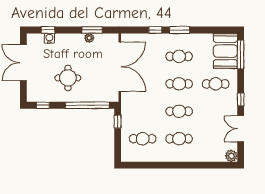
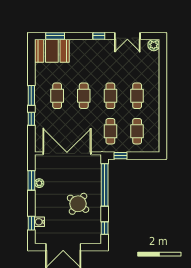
window: (241, 54) -> (55, 36), width x0.69
round table: (68, 78) -> (78, 204), turned 37
cafe table: (216, 84) -> (110, 131), moved

